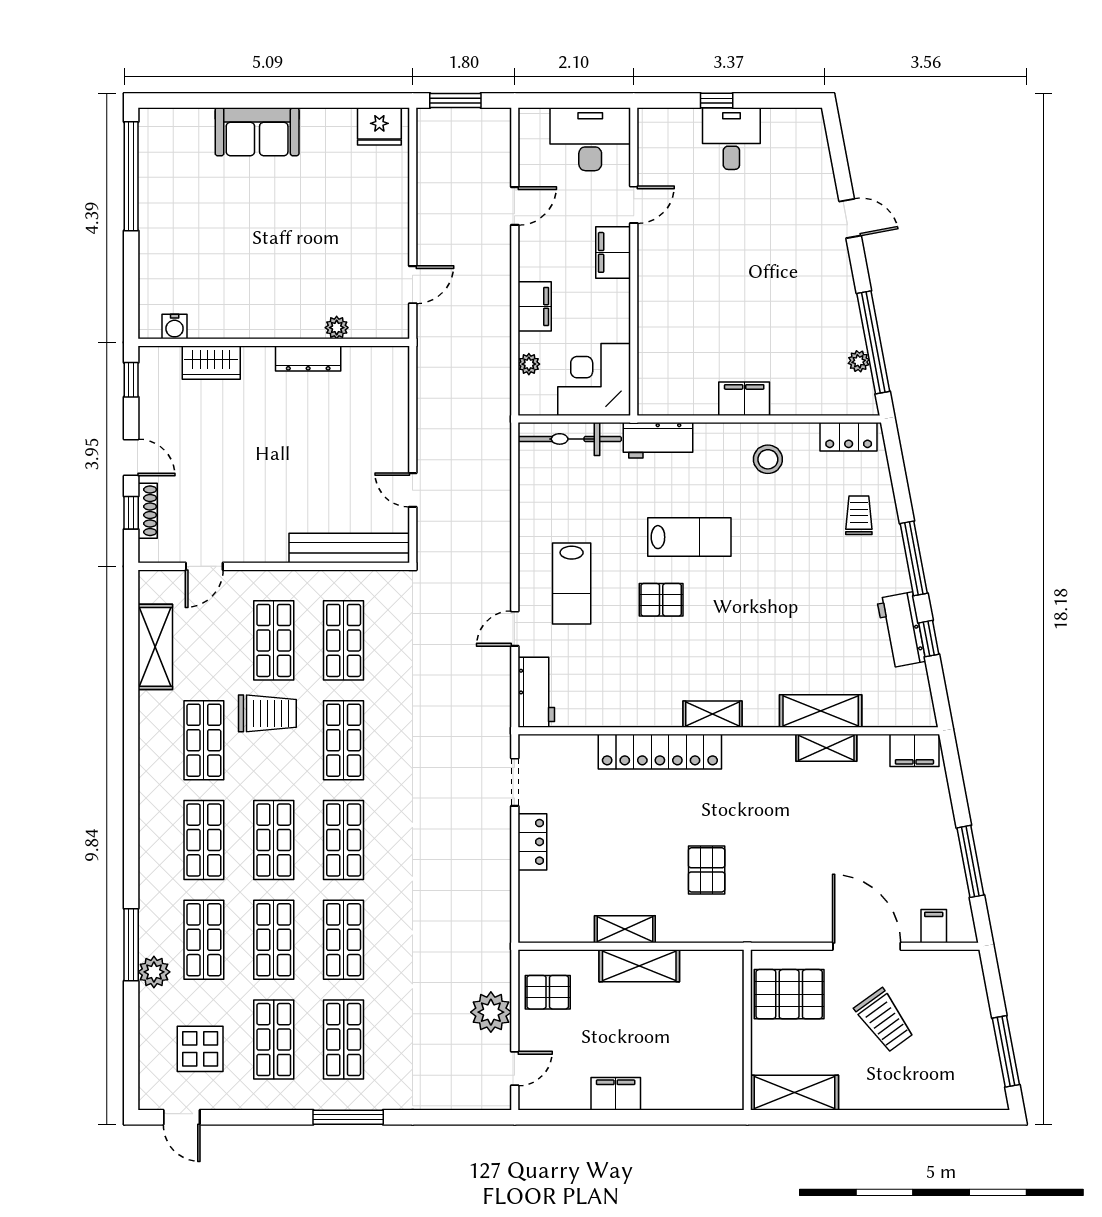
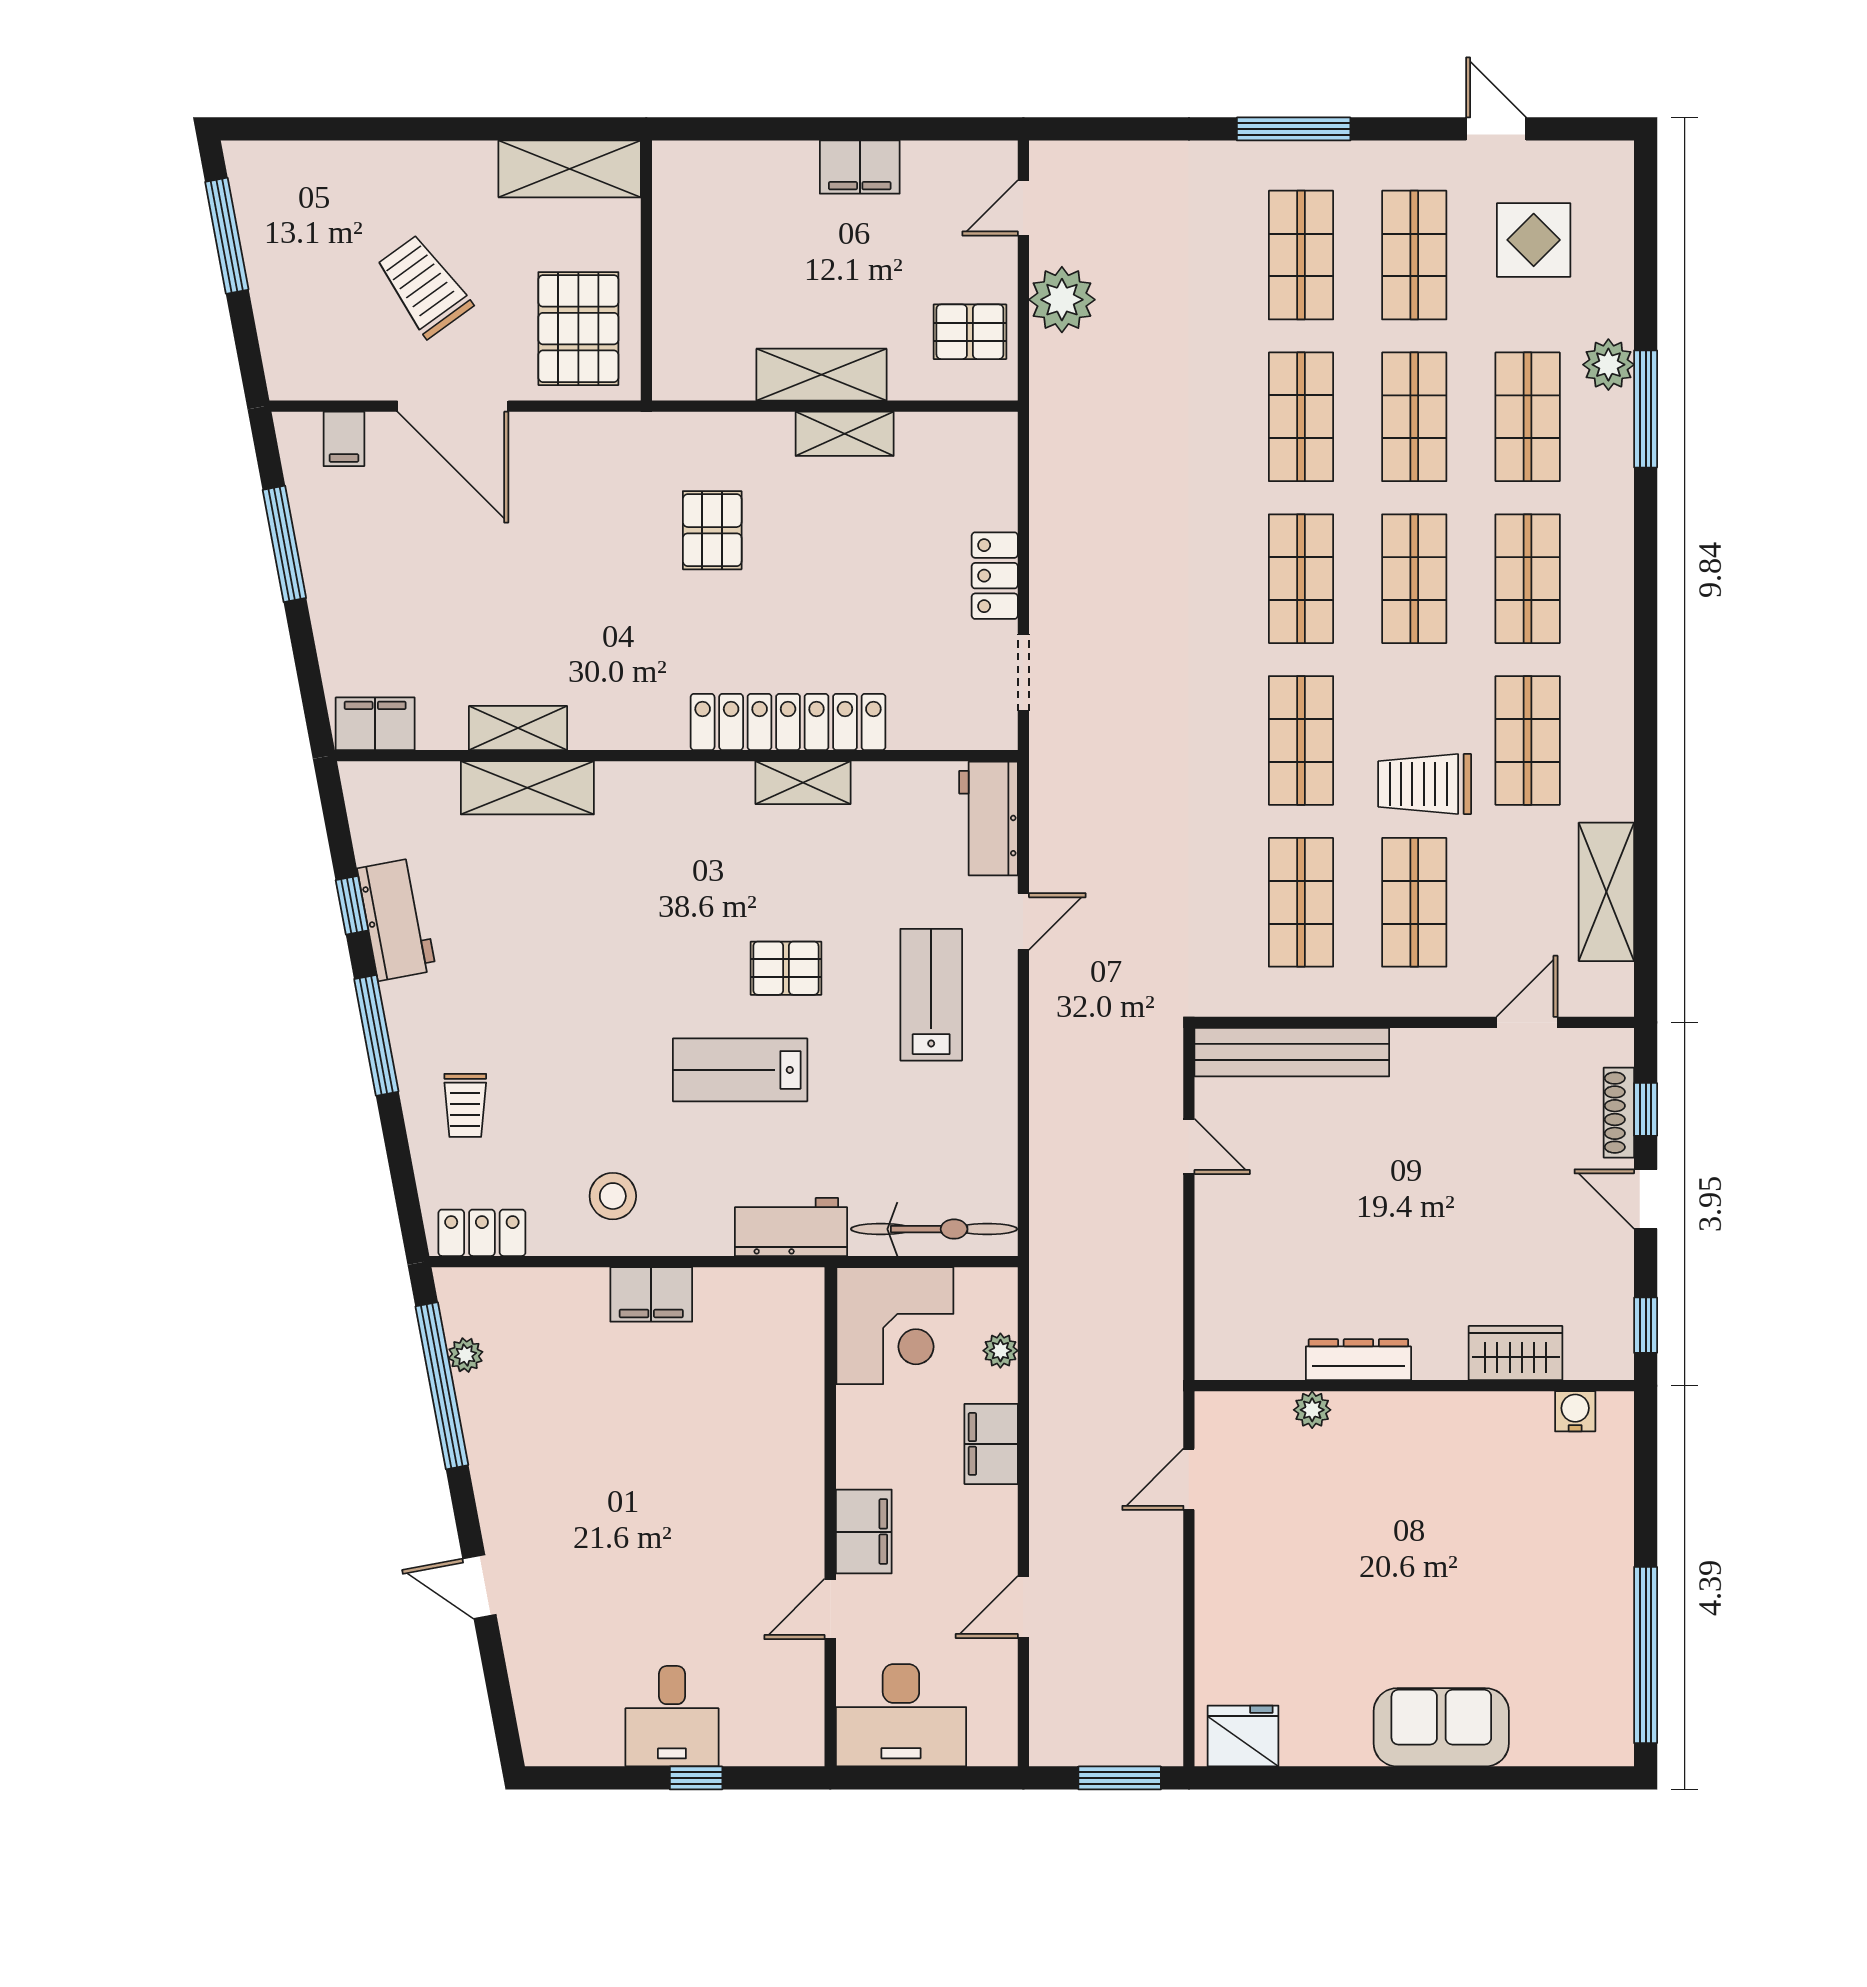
shelving: (713, 714) -> (803, 783), moved
pallet: (789, 994) -> (578, 329), turned 90
door: (182, 1117) -> (1496, 129), moved

